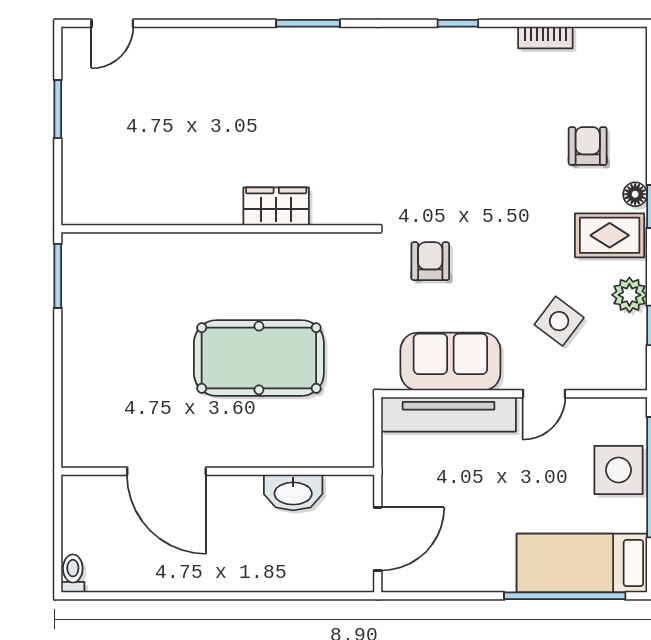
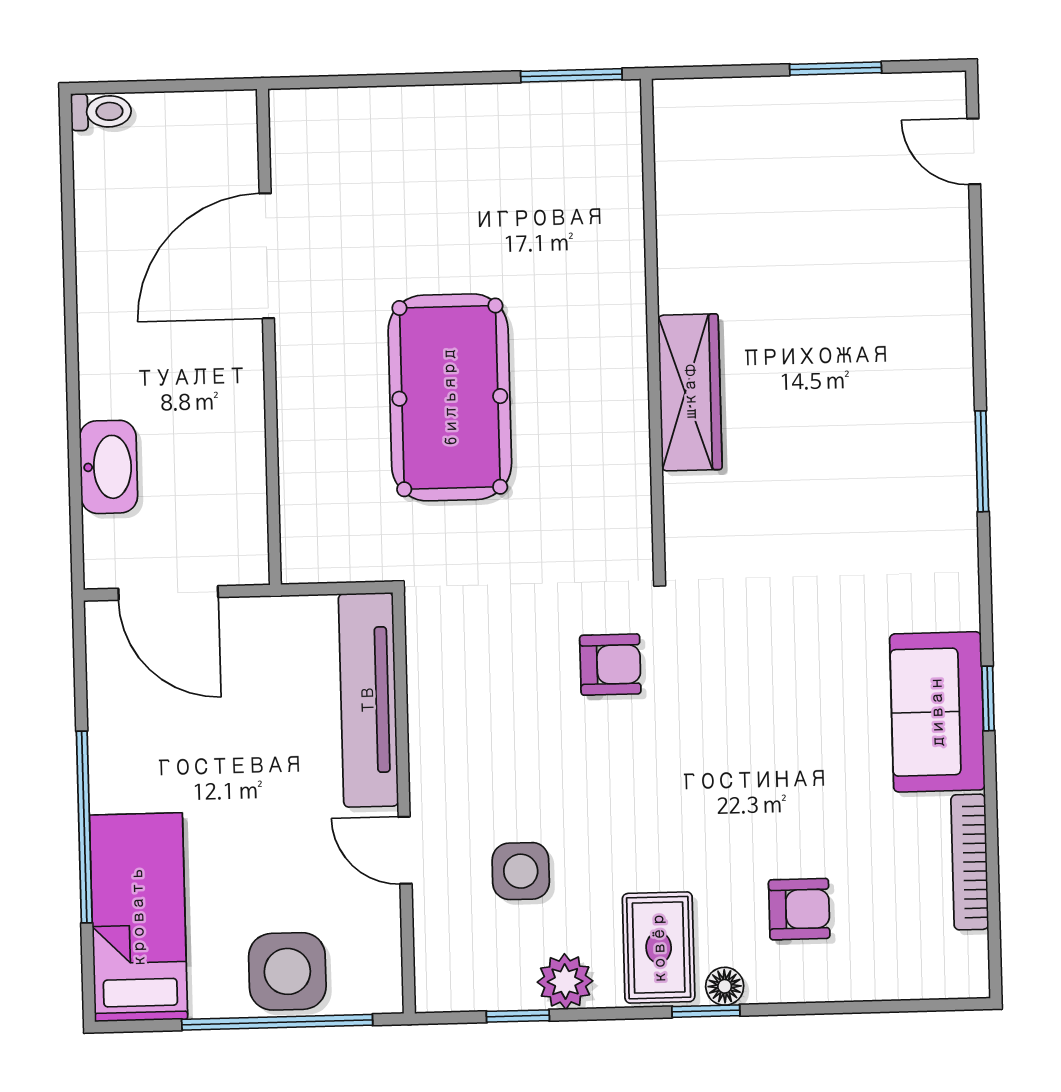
bookcase: (545, 38) -> (970, 862), width x1.56
wardrobe: (276, 206) -> (690, 392), width x1.50
side table: (559, 321) -> (521, 871), turned -37
sofa: (450, 361) -> (937, 712), moved, turned 180
washbasin: (293, 492) -> (108, 467), moved, turned 180
window: (565, 596) -> (84, 827), moved

